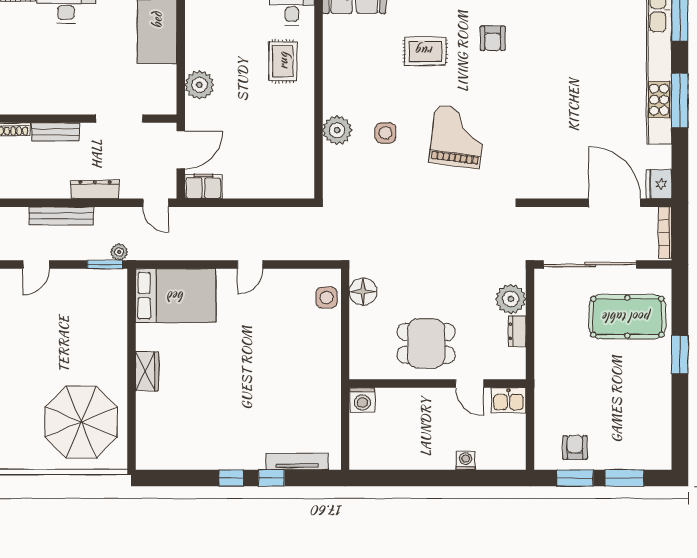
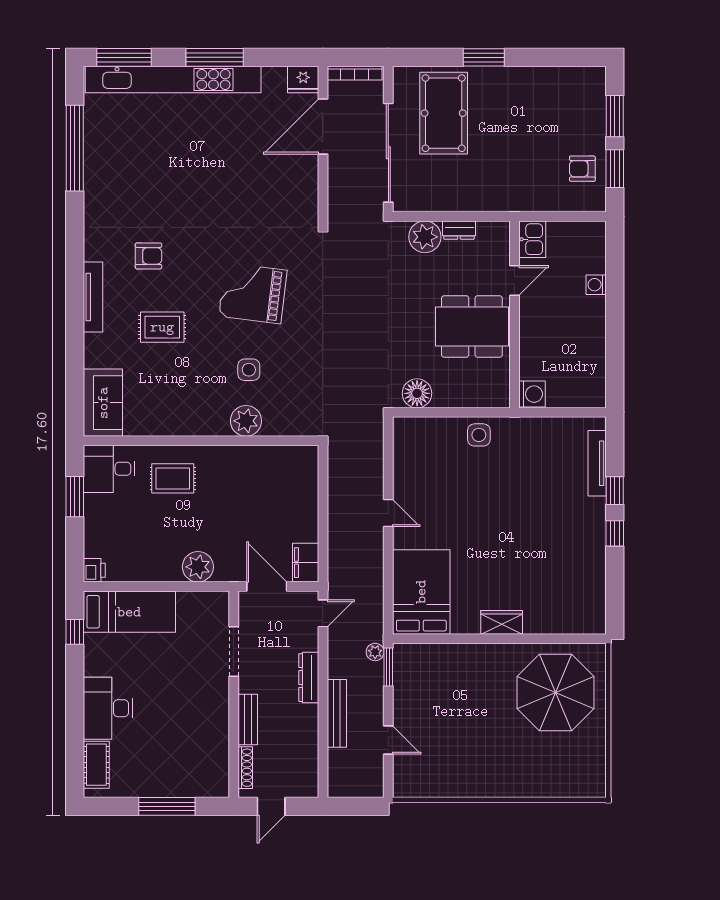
rug: (425, 51) -> (162, 327), turned 90
side table: (326, 298) -> (479, 435), moved
dining table: (426, 343) -> (472, 326), width x1.38

